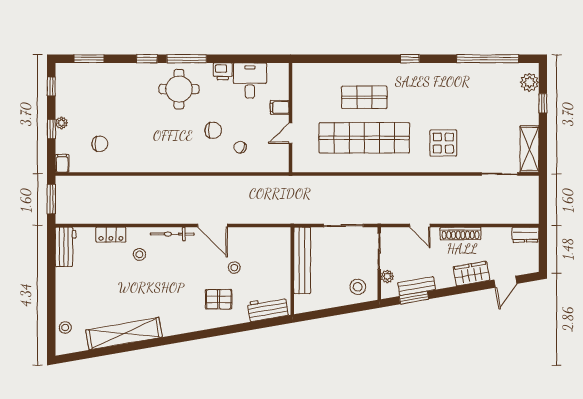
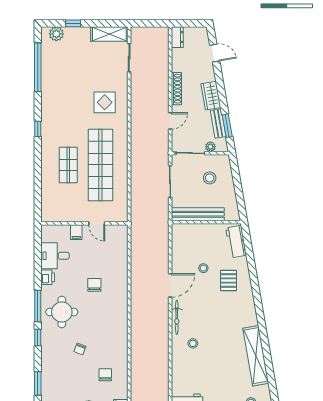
chair: (240, 147) -> (80, 349), moved
locker: (111, 235) -> (177, 366), removed
wardrobe: (471, 274) -> (211, 96), moved
stool: (358, 287) -> (210, 178), moved

